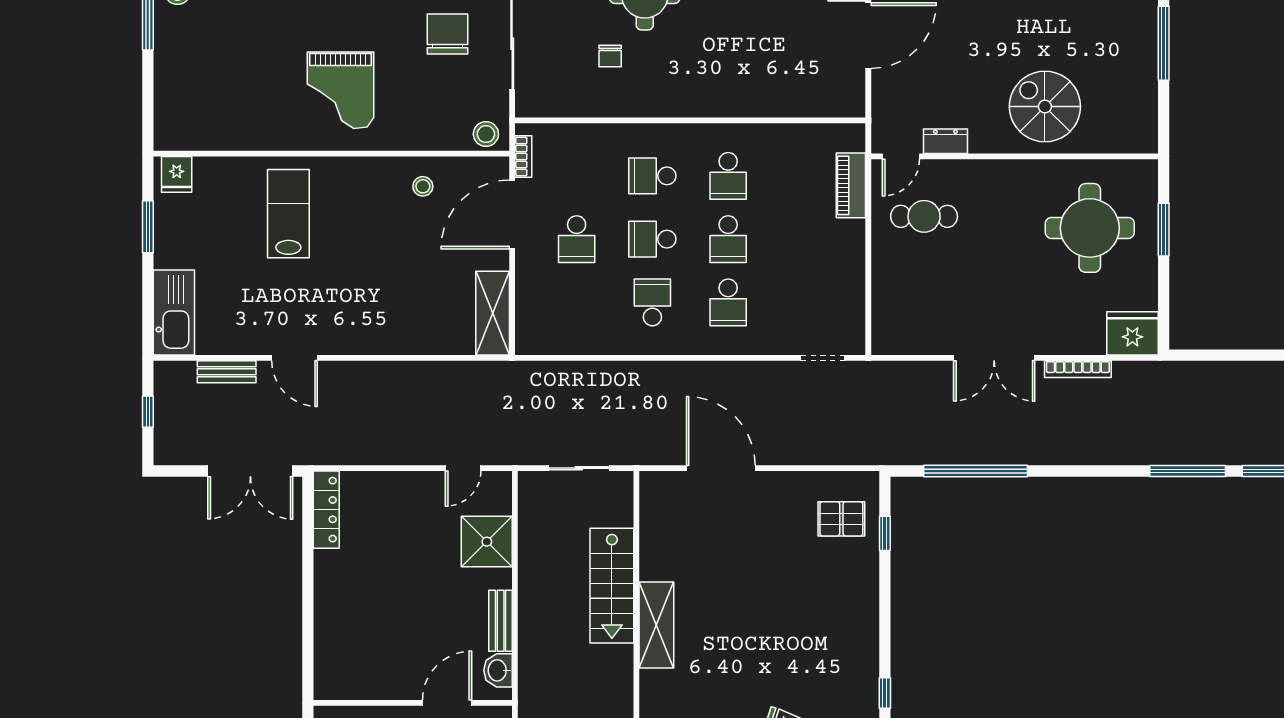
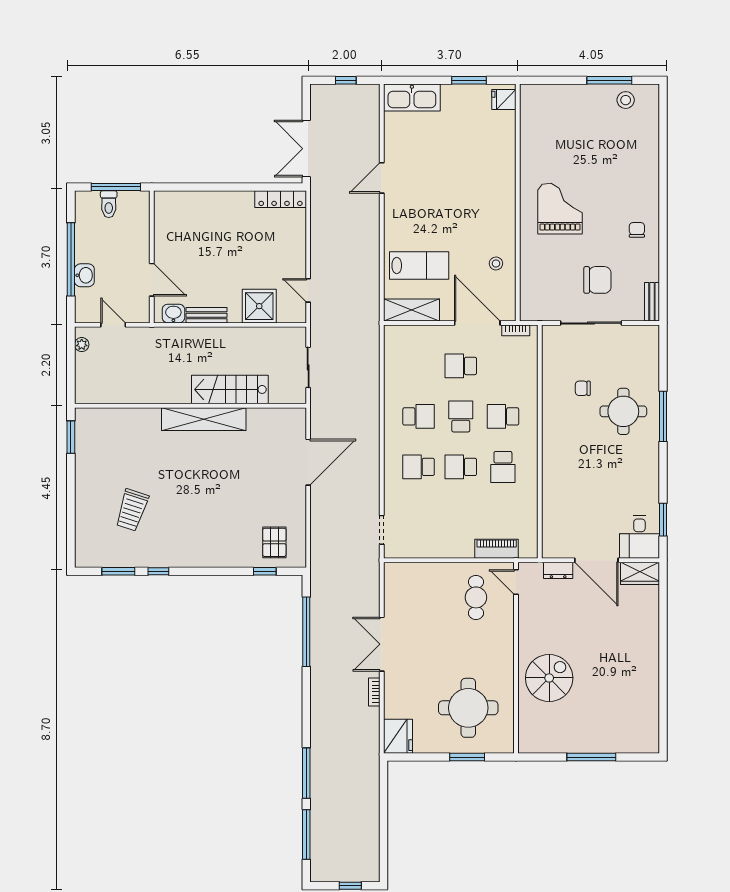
grand piano: (340, 90) -> (560, 209), turned 90
stool: (486, 134) -> (531, 306), removed
dresser: (945, 141) -> (558, 570), moved, turned 90
school desk: (652, 176) -> (503, 416), turned -90
school desk: (728, 176) -> (503, 467), turned -90
lab bench: (288, 214) -> (419, 265), moved
bookcase: (1078, 369) -> (374, 692), width x0.64
bench: (227, 372) -> (372, 133), removed
shelving: (656, 625) -> (204, 419), width x1.47

